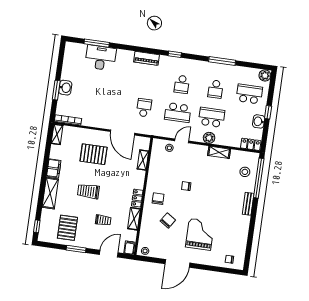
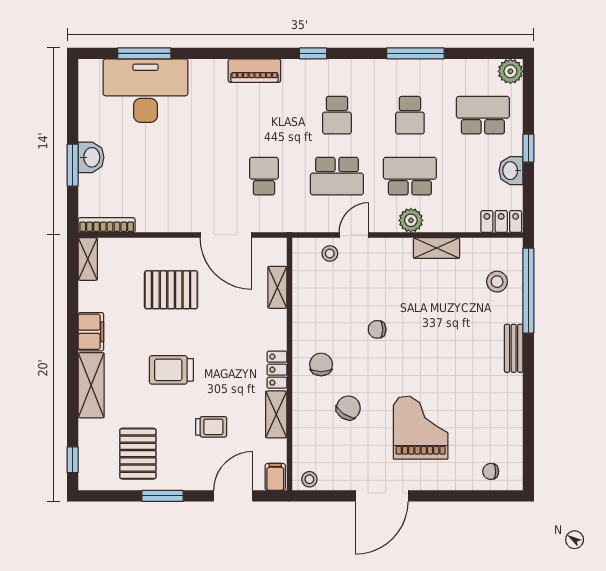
desk: (101, 58) -> (146, 91), width x1.36, depth x1.30

